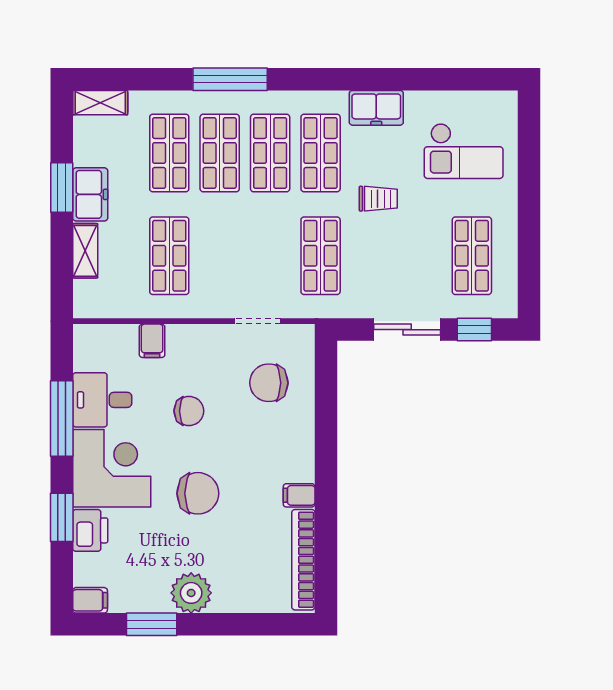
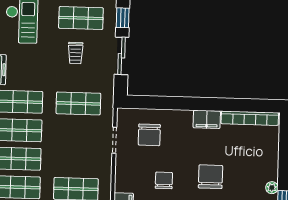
trolley: (378, 199) -> (75, 53), moved, turned 180
filing cabinet: (299, 495) -> (207, 119), width x2.00
plant: (191, 593) -> (272, 188), width x0.53, depth x0.53

